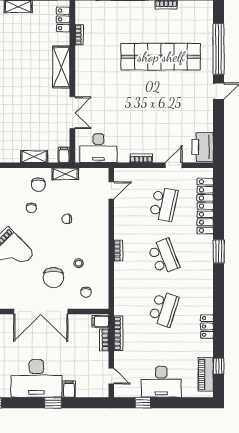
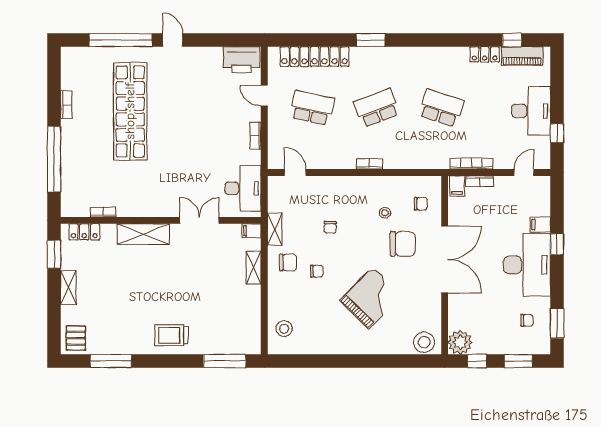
locker: (207, 326) -> (485, 54), moved

